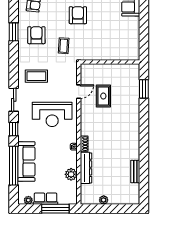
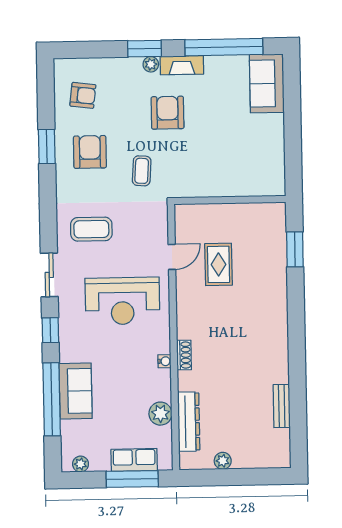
sofa: (26, 162) -> (76, 391), width x0.73
dresser: (86, 168) -> (189, 422), moved
row of seats: (46, 199) -> (134, 460), moved

